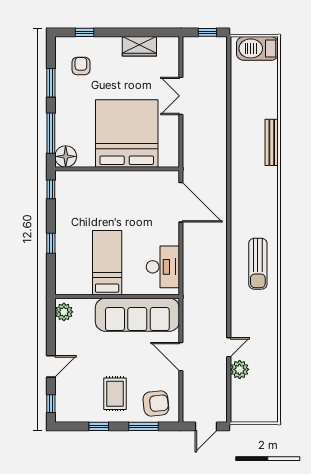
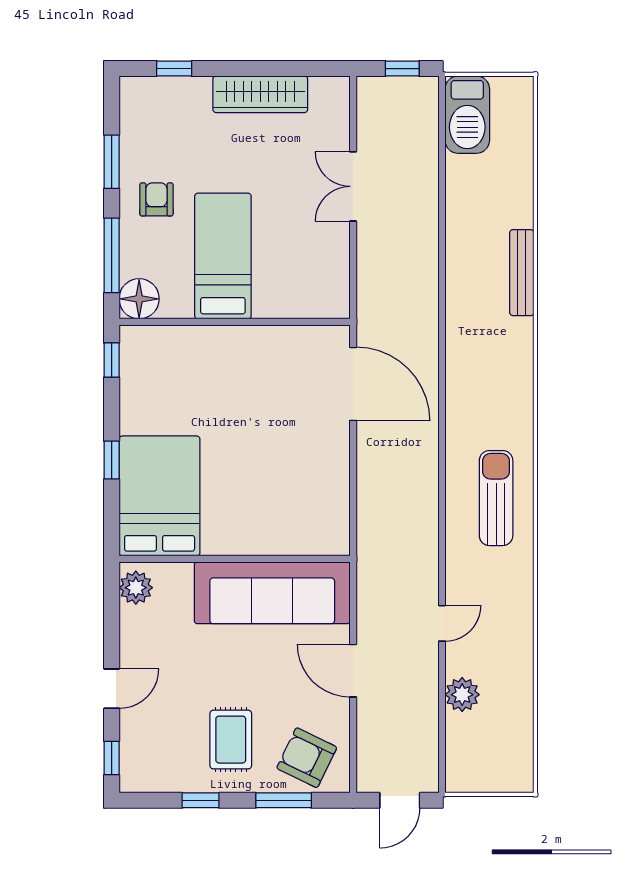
wardrobe: (139, 46) -> (260, 94), width x1.50
barbecue: (257, 48) -> (467, 115), moved, turned -90
armchair: (81, 66) -> (156, 199), moved
bed: (127, 133) -> (223, 256), width x0.49
bed: (107, 263) -> (160, 496), moved, width x1.50
sun lounger: (258, 264) -> (496, 498), turned 180
desk: (163, 267) -> (320, 504), removed
door: (229, 347) -> (442, 623), moved
armchair: (156, 403) -> (307, 758), turned -148

